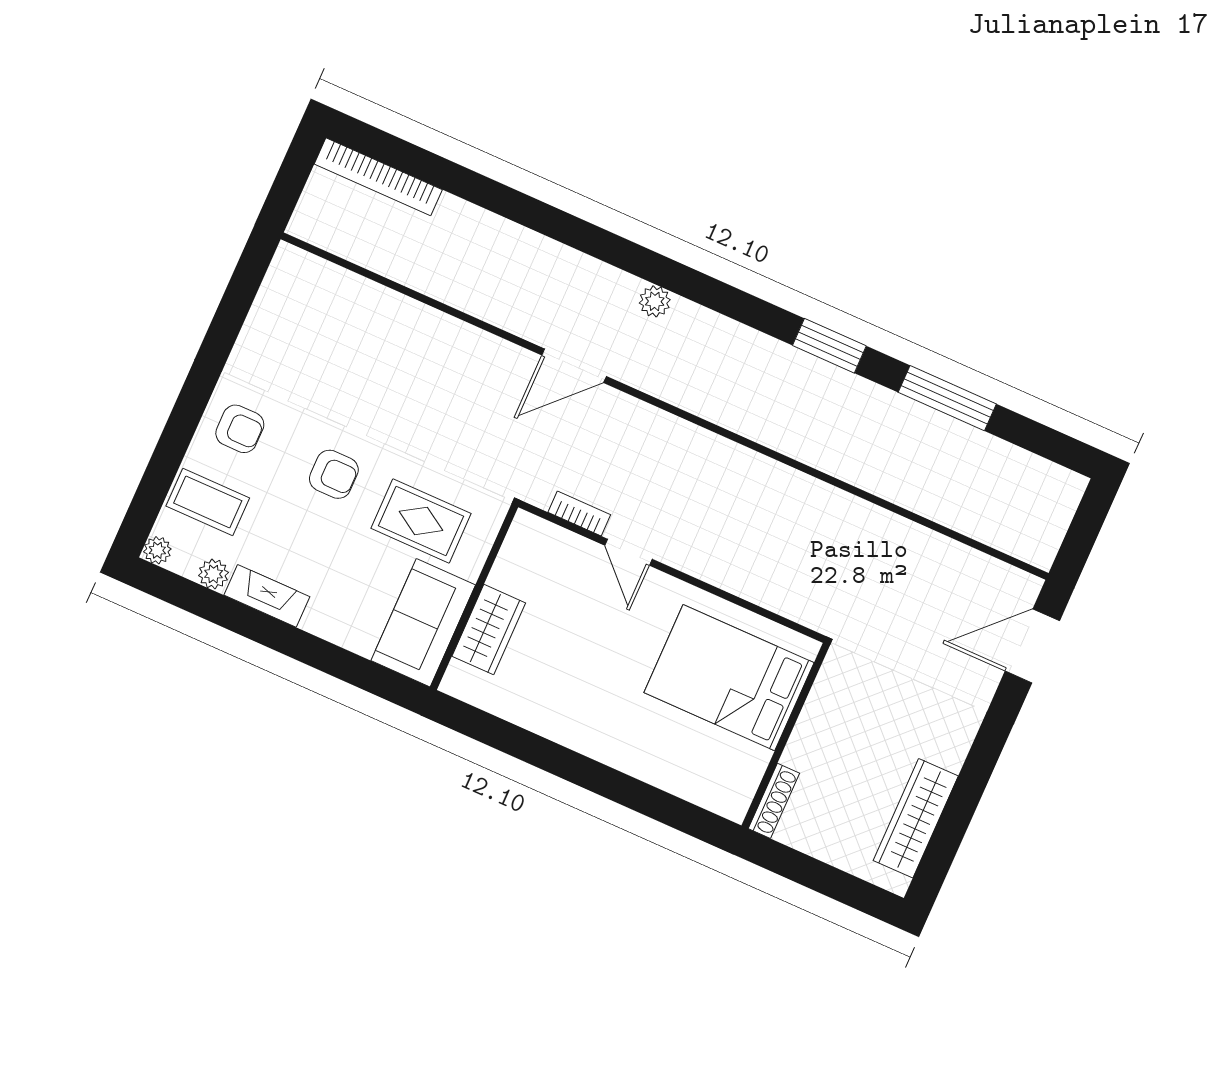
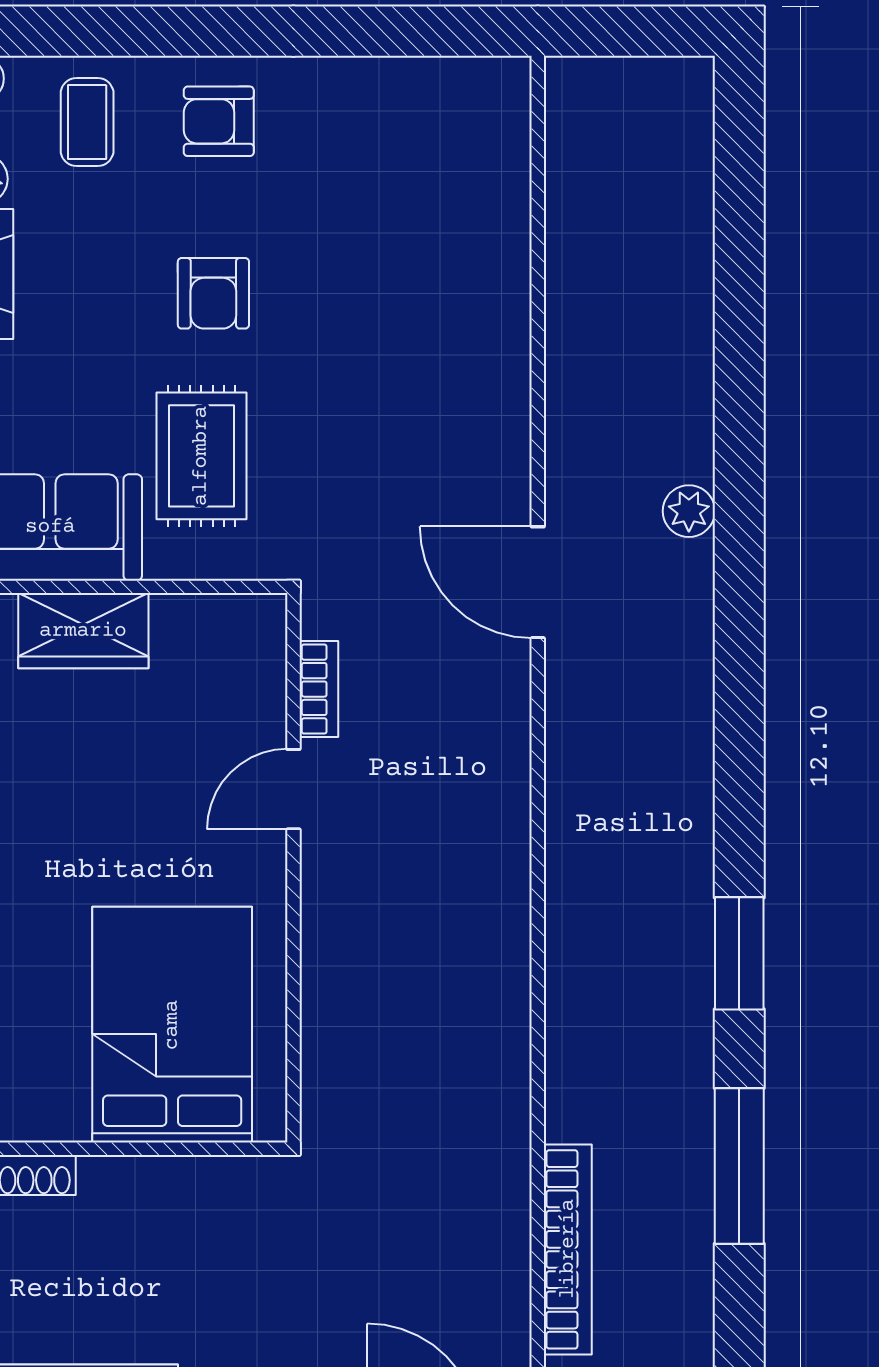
bookcase: (378, 177) -> (568, 1249), moved, turned 180
plant: (655, 301) -> (689, 511), moved
armchair: (240, 429) -> (219, 121), turned 90
coffee table: (208, 502) -> (87, 122), width x0.73, depth x0.77

